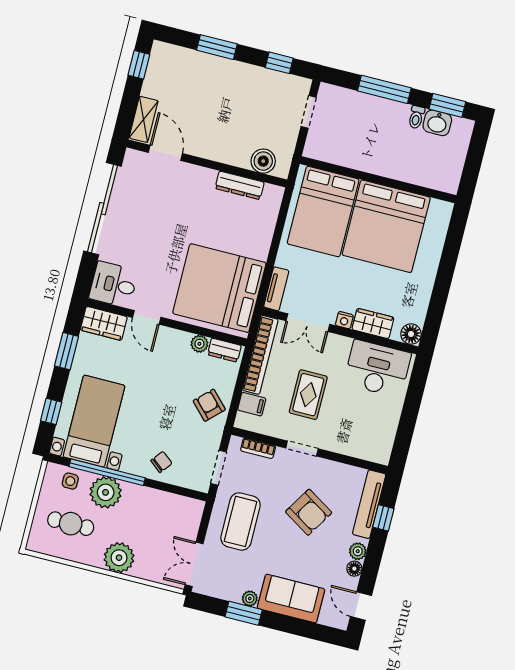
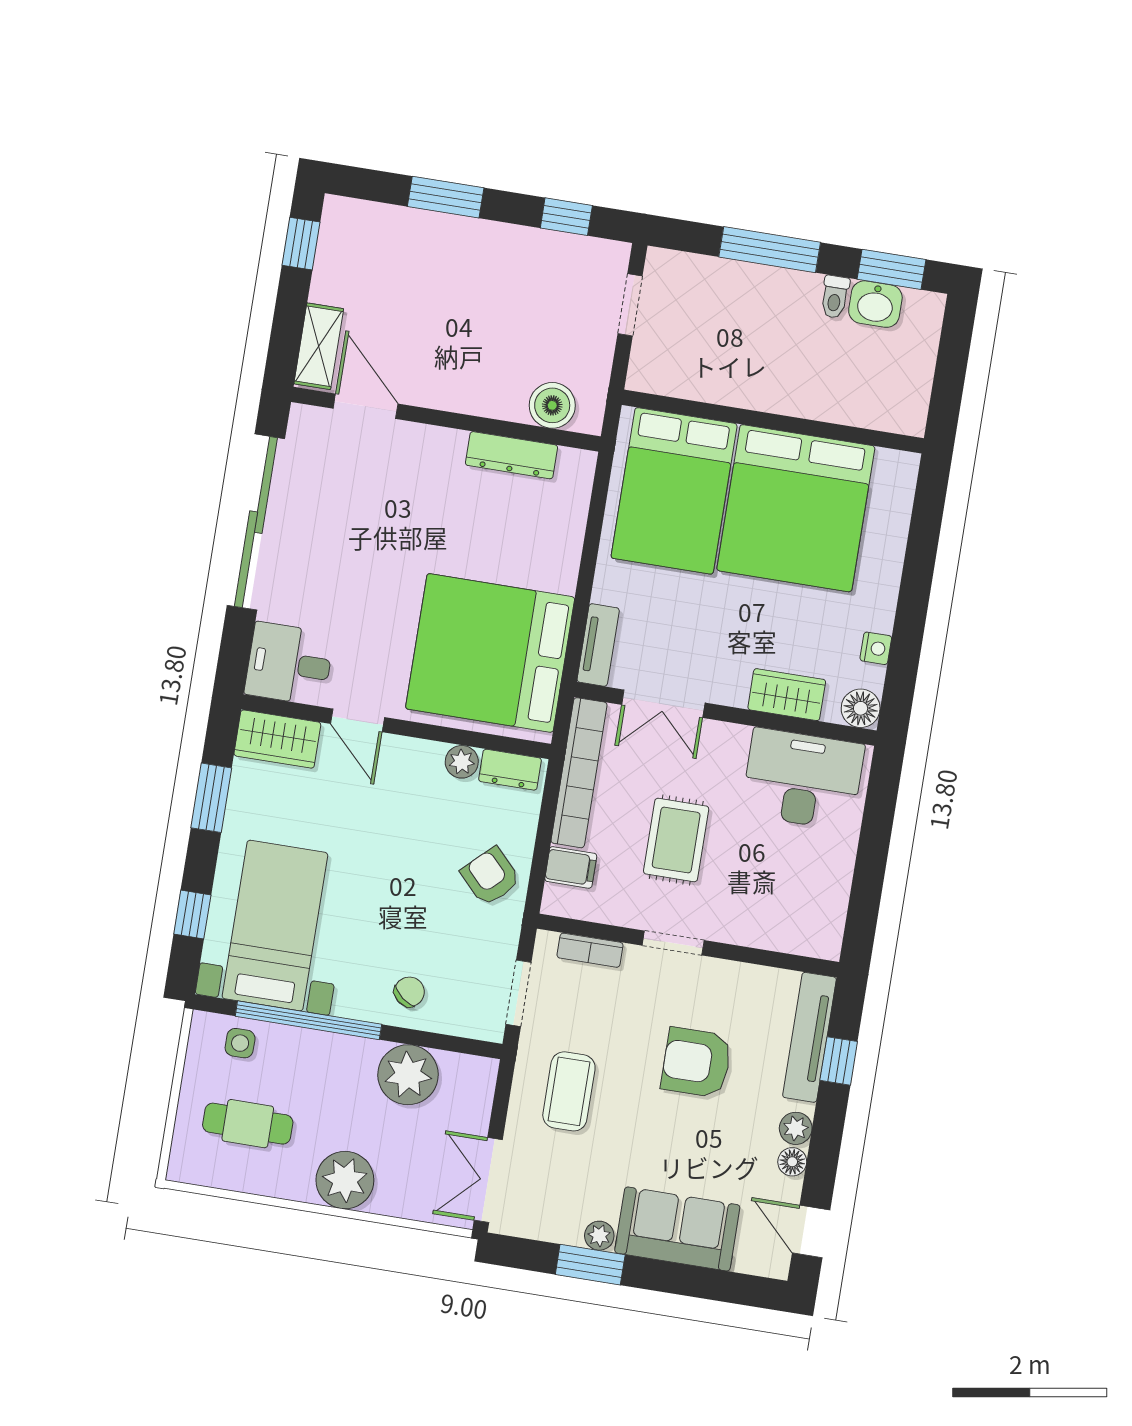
nightstand: (344, 320) -> (876, 648), moved, turned -90
plant: (106, 492) -> (408, 1075), moved
armchair: (309, 512) -> (696, 1062), turned 148
coffee table: (241, 521) -> (569, 1091), width x0.73, depth x0.76

